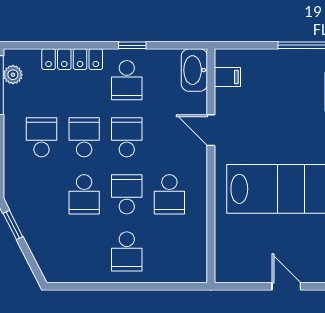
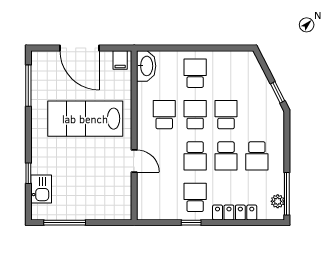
washbasin: (194, 70) -> (146, 66), moved
filing cabinet: (227, 77) -> (120, 60), moved, turned -90
school desk: (127, 194) -> (195, 115), turned 180
door: (286, 286) -> (79, 48), width x1.87

